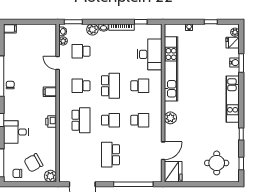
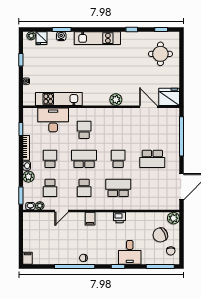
kitchen unit: (171, 69) -> (59, 99), width x0.73
school desk: (140, 120) -> (50, 159), moved
chair: (33, 163) -> (160, 235), turned 92

